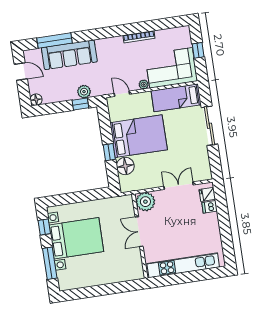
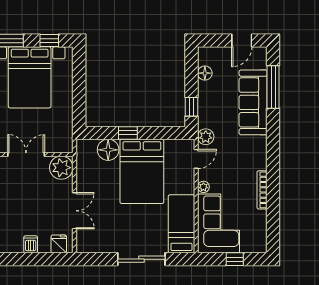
plant: (84, 92) -> (206, 137), moved
floor lamp: (36, 100) -> (205, 73), moved
dishwasher: (210, 207) -> (31, 244), moved

